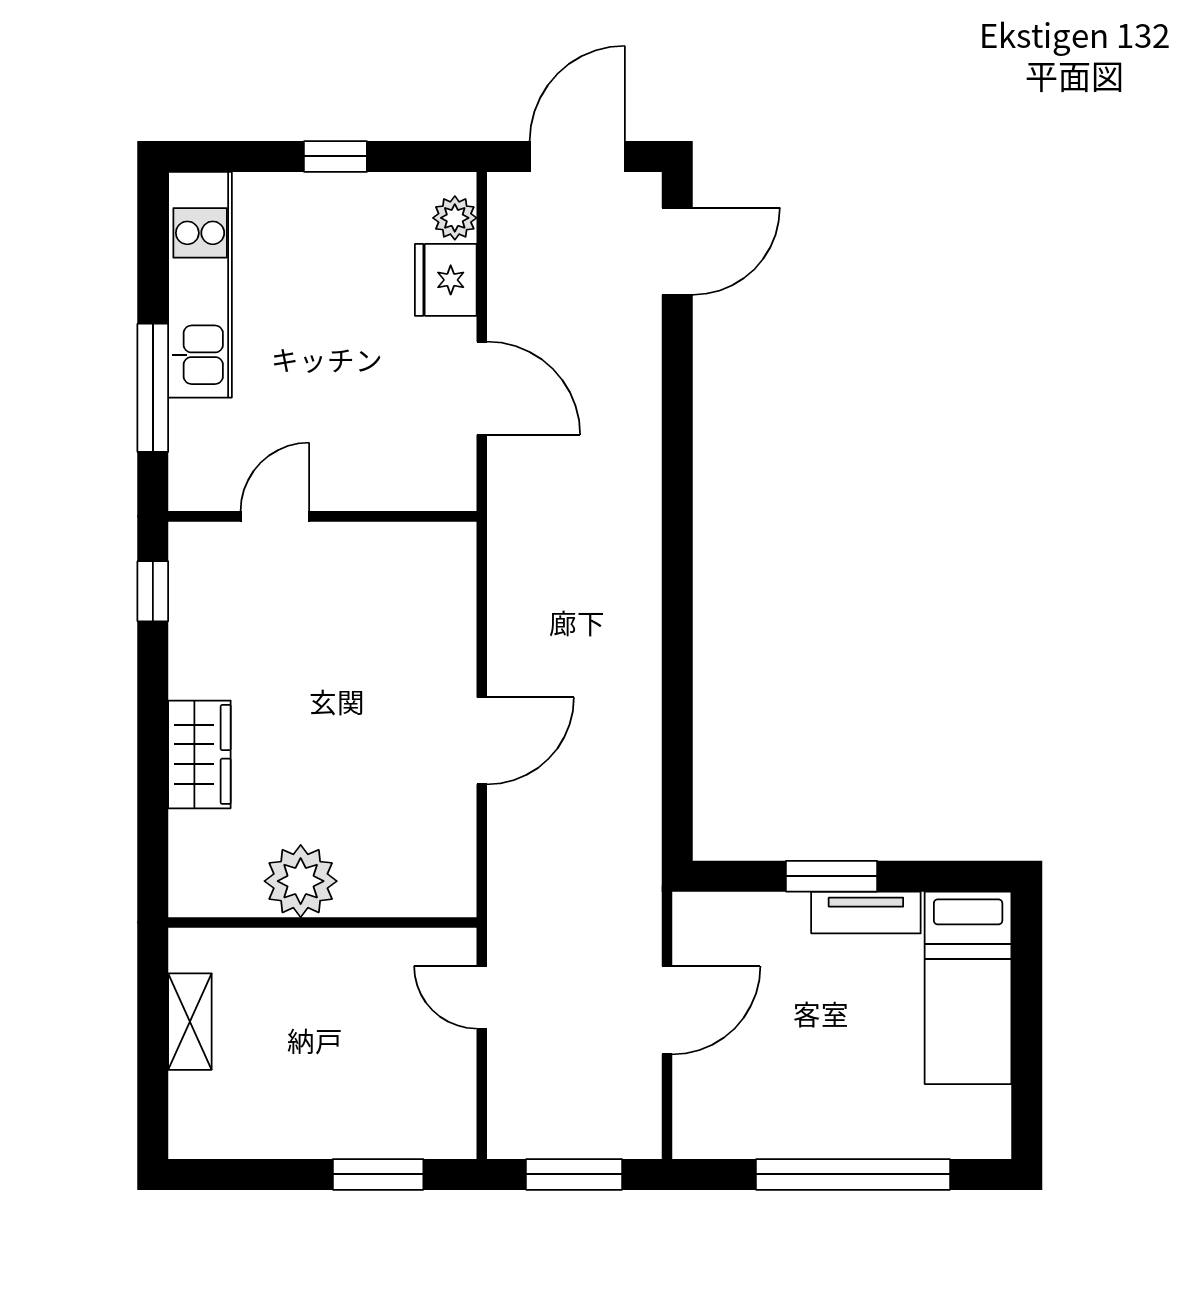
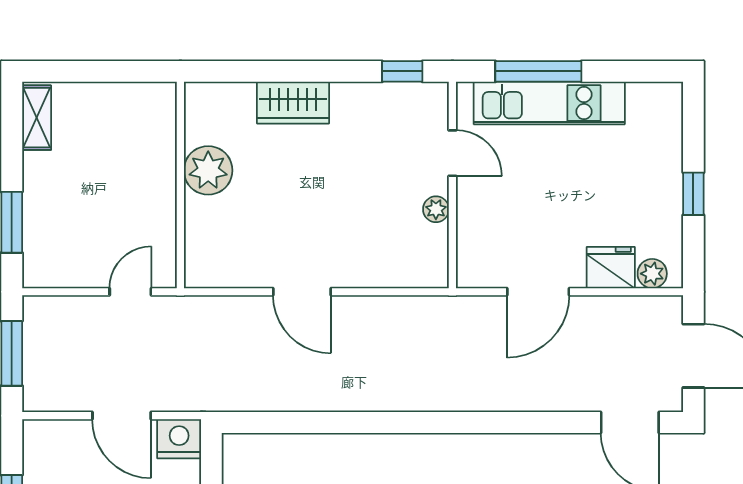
kitchen unit: (200, 285) -> (549, 103), moved
plant: (359, 541) -> (436, 209), added
nightstand: (701, 924) -> (179, 439), added
shelving: (190, 1022) -> (37, 118), moved, turned 90

